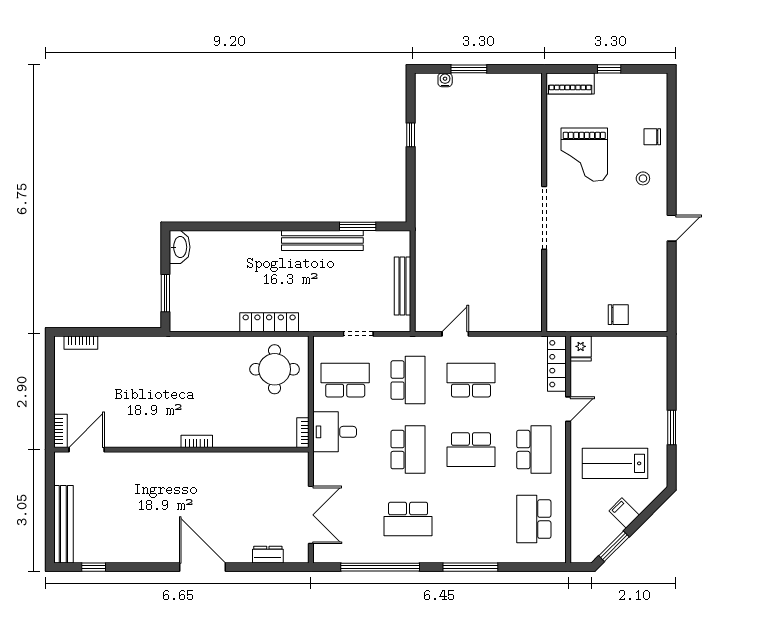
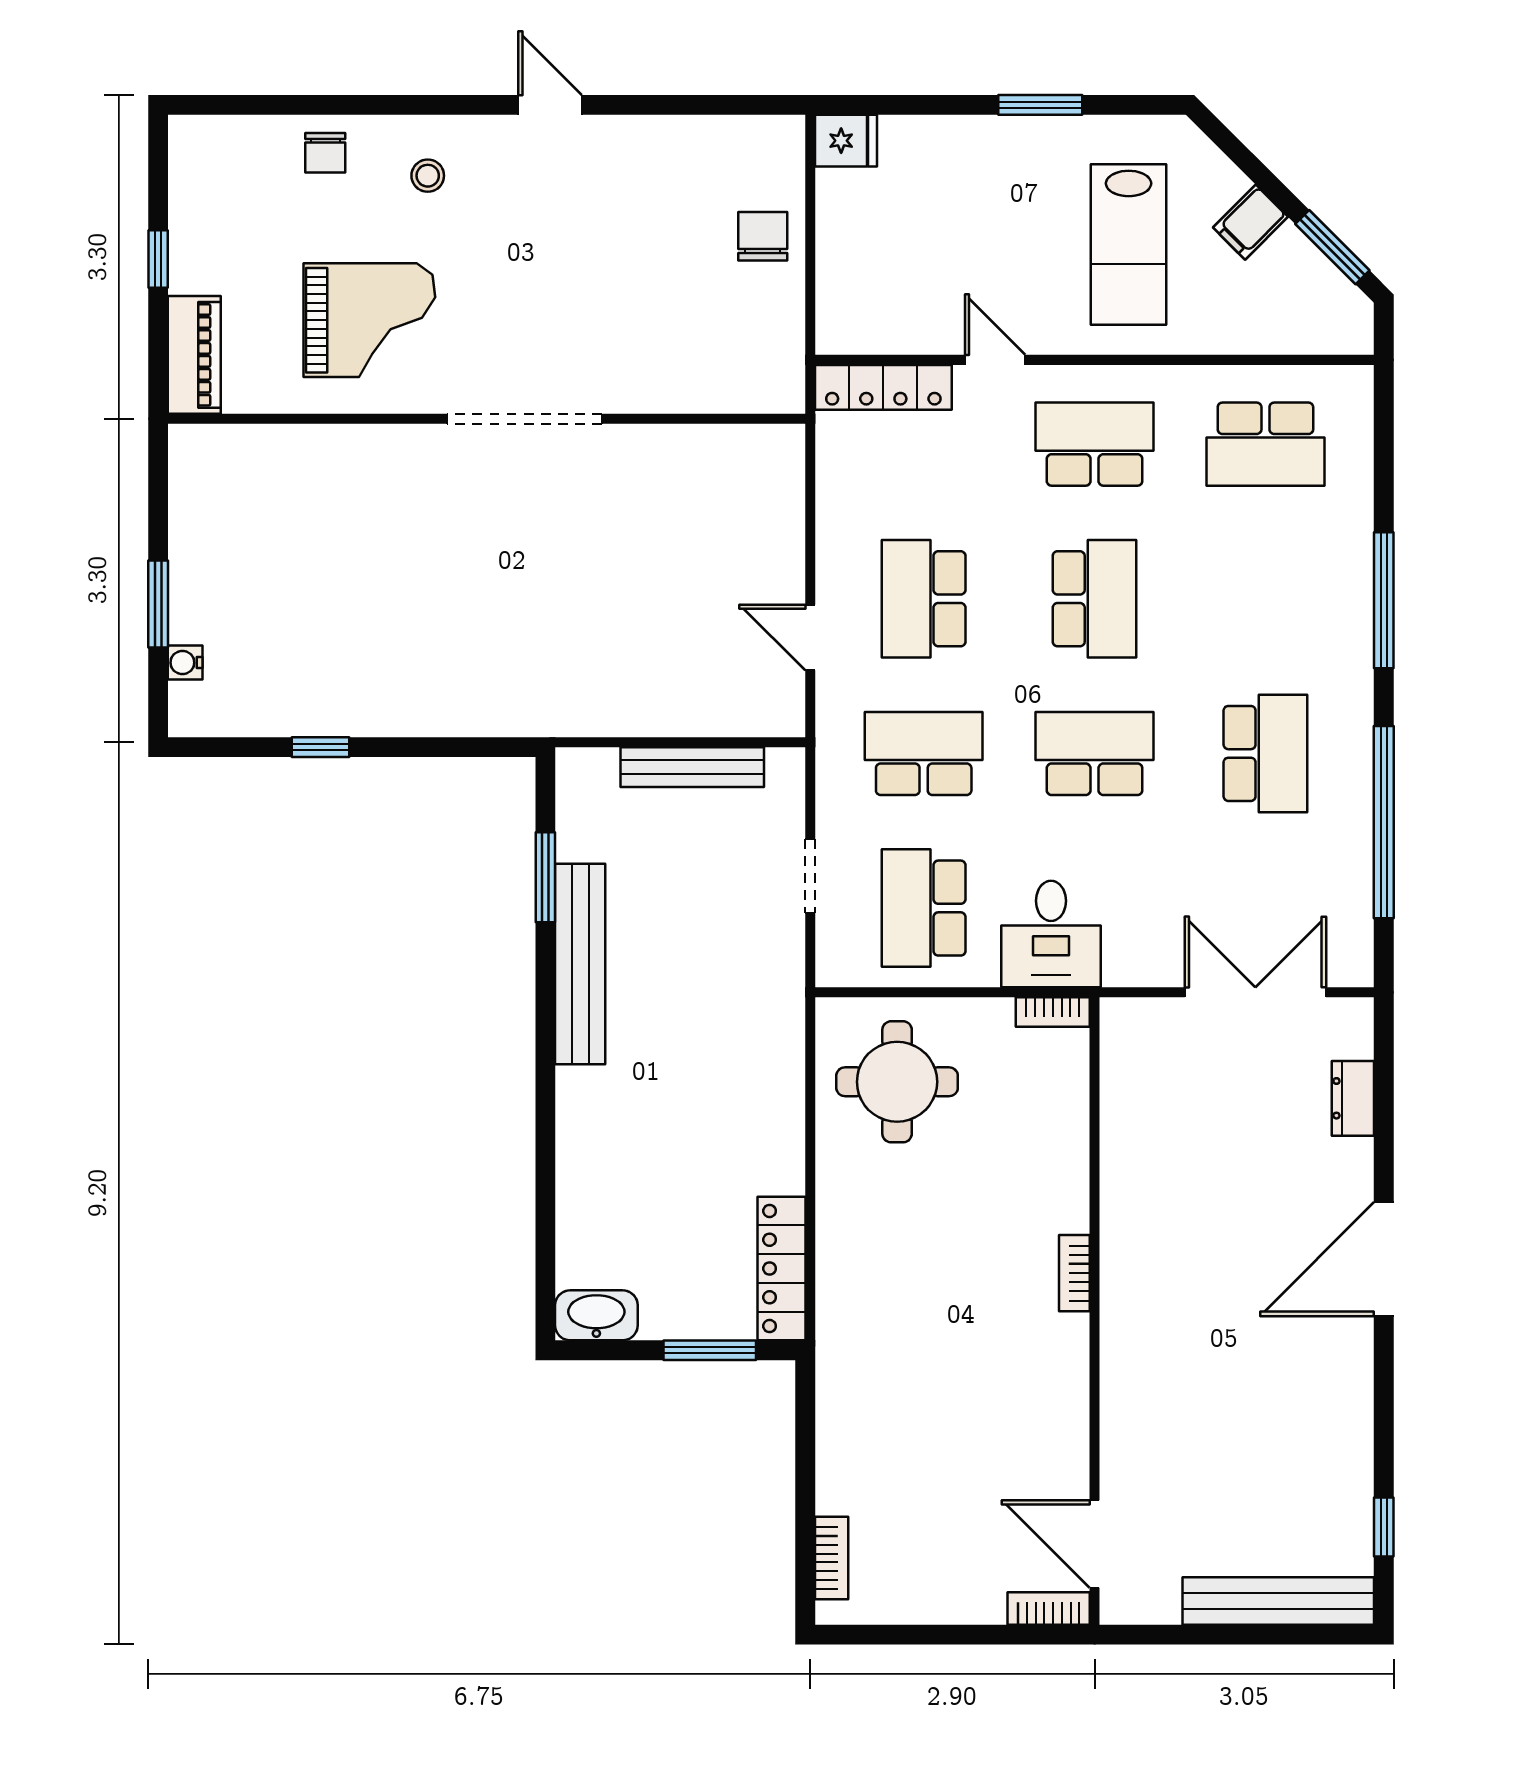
locker: (269, 322) -> (781, 1268), moved
fridge: (581, 348) -> (846, 141), moved

